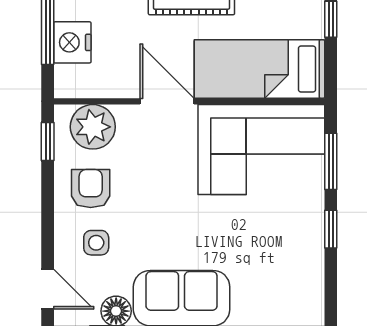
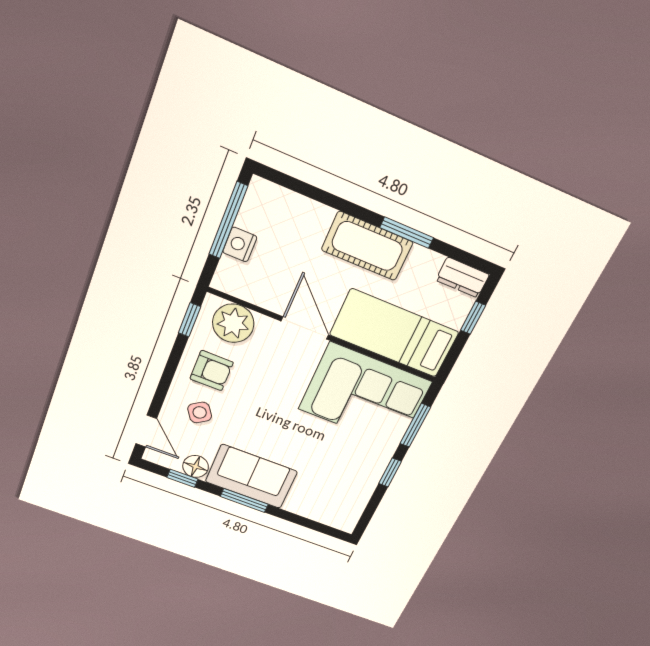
nightstand: (72, 42) -> (240, 244), width x0.74, depth x0.75
armchair: (91, 189) -> (212, 371), turned 90
side table: (96, 243) -> (200, 412), turned -34

